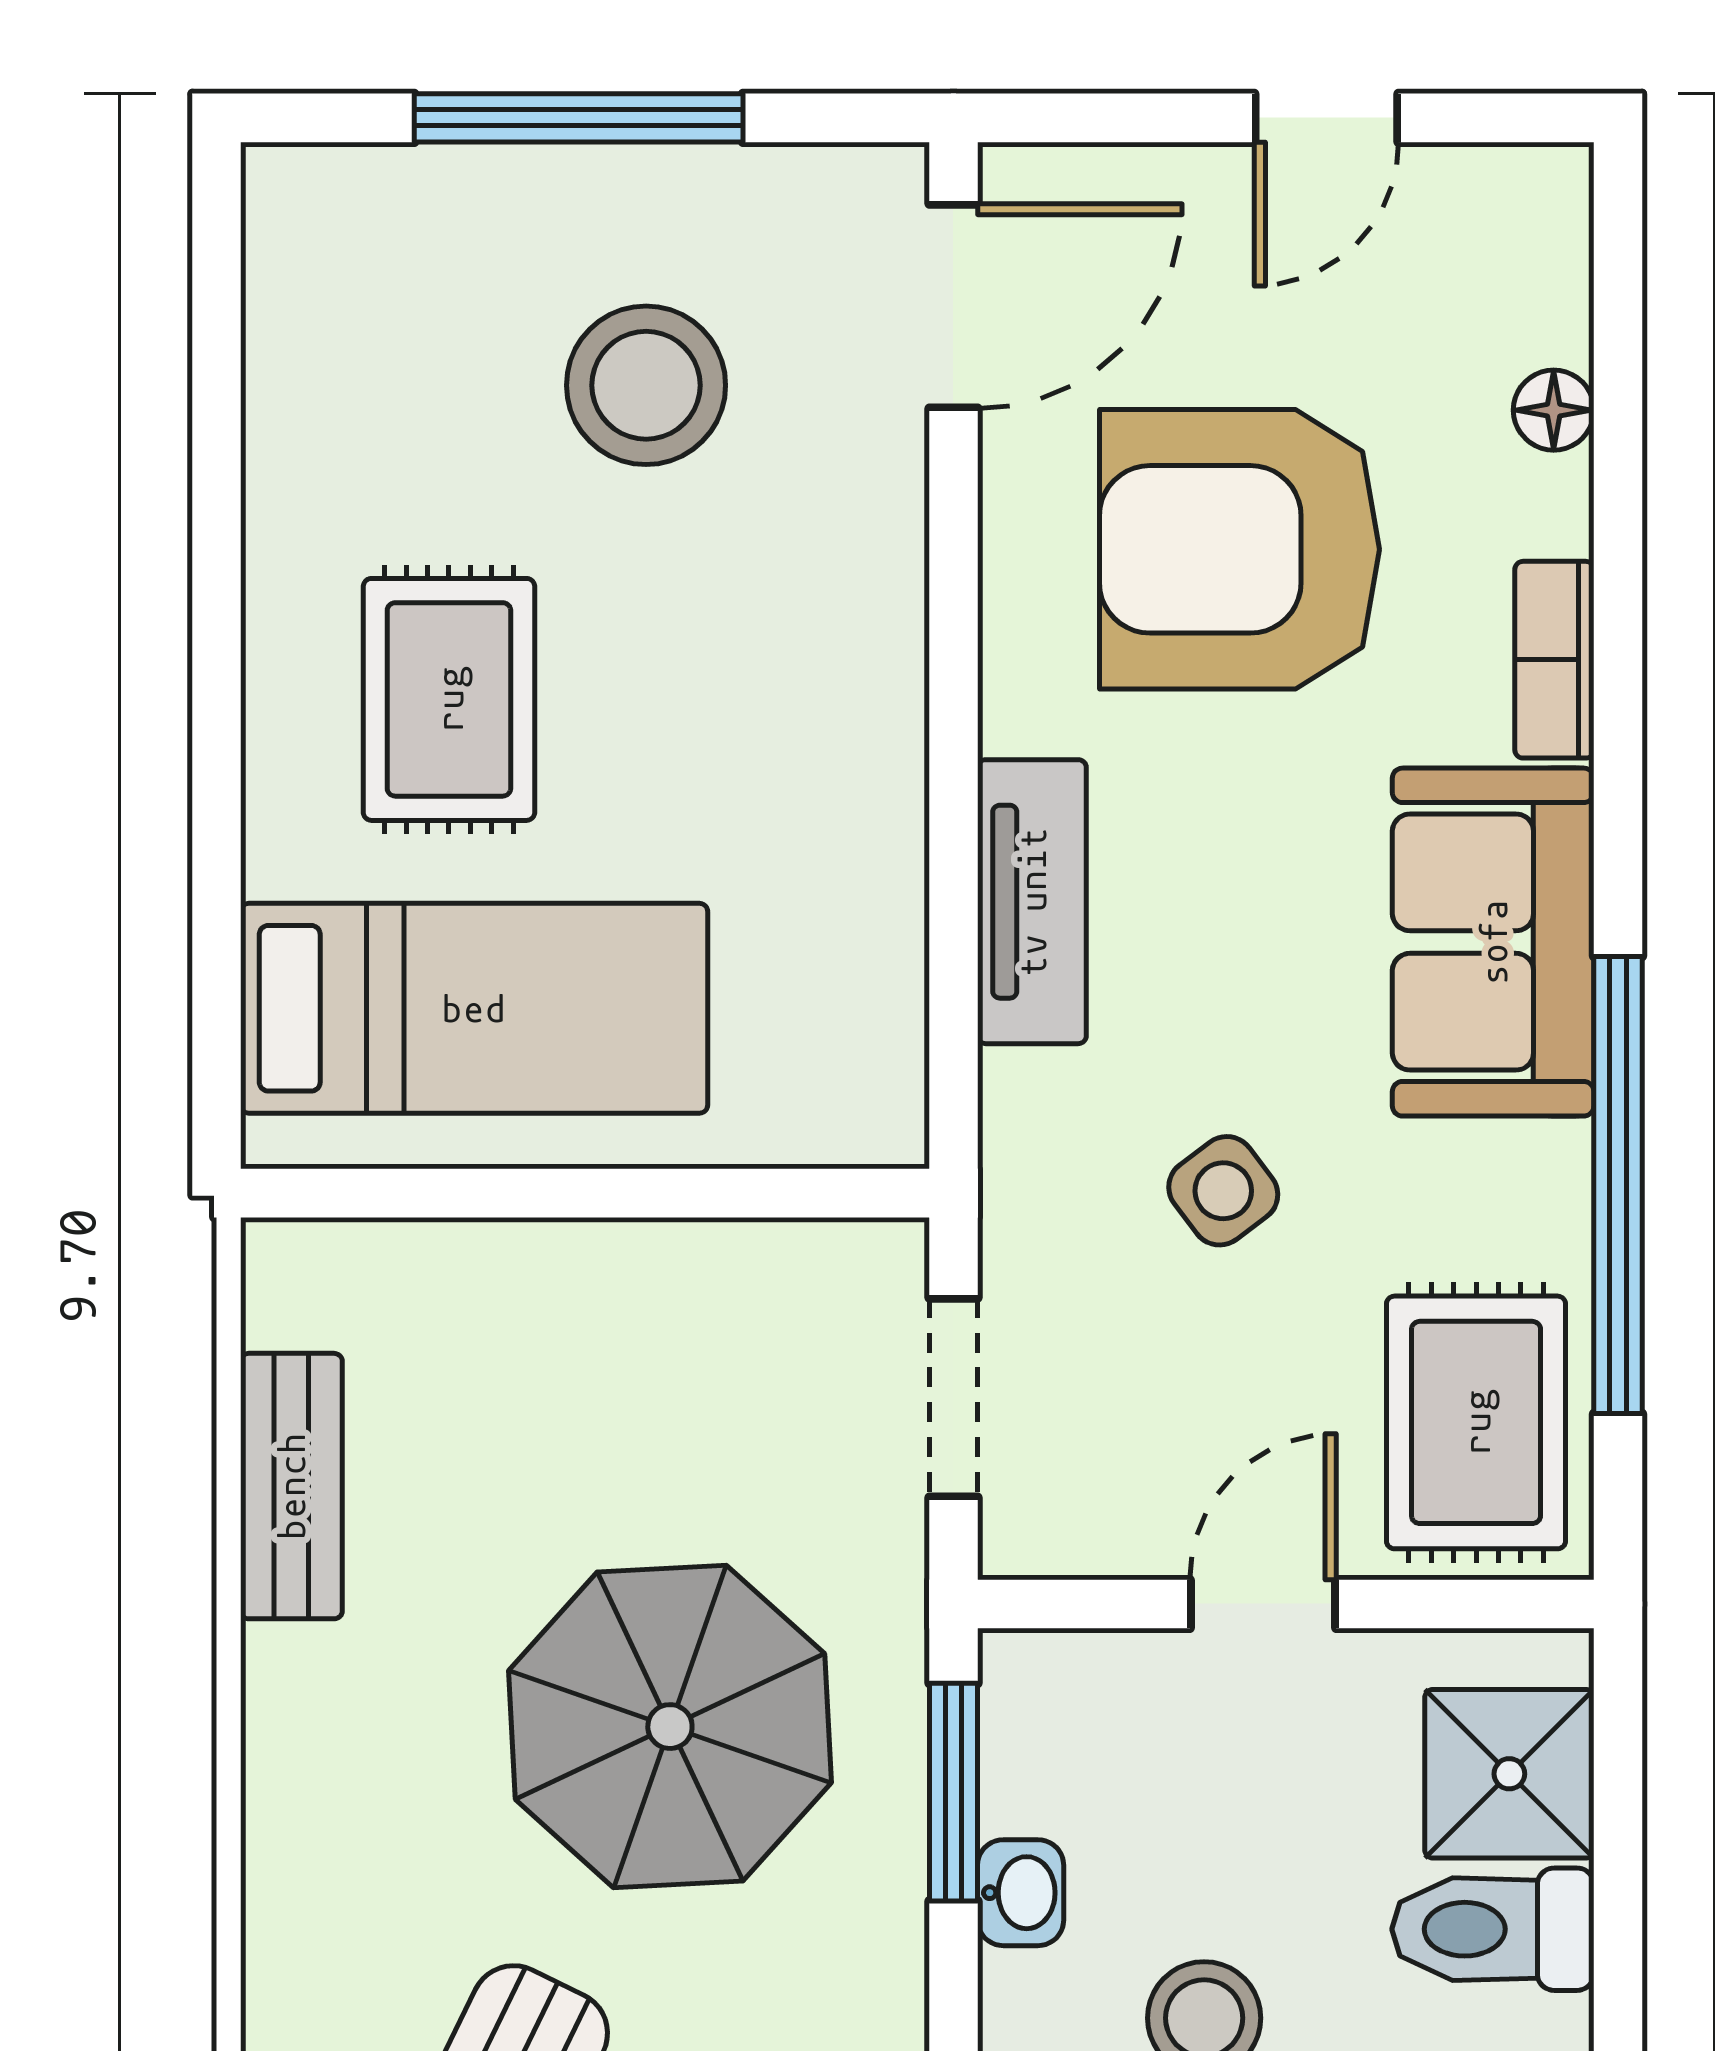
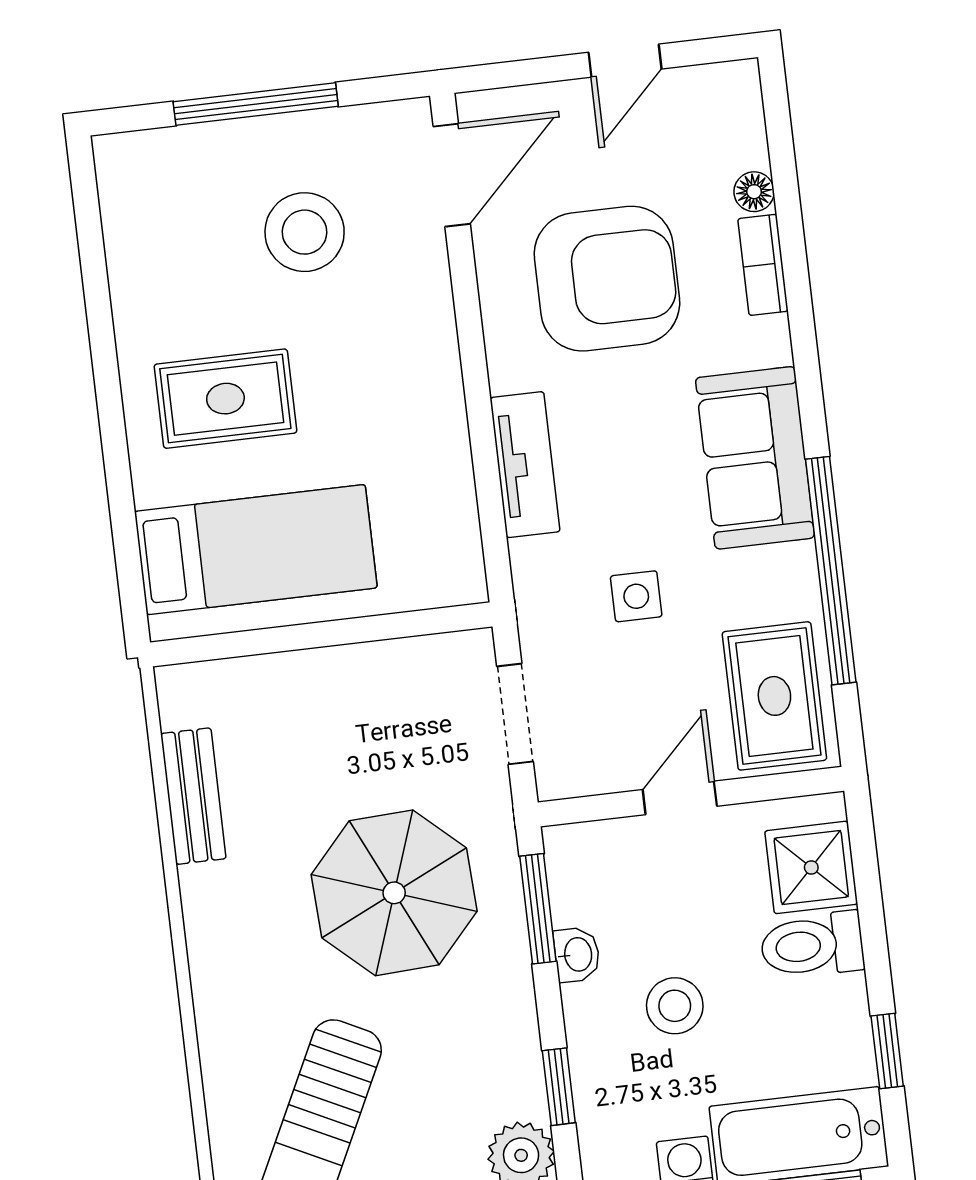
armchair: (1239, 549) -> (607, 279), turned 180
bookcase: (1554, 660) -> (763, 265), moved
rug: (449, 699) -> (225, 399), turned 90
side table: (1223, 1191) -> (636, 596), turned 37

